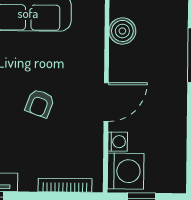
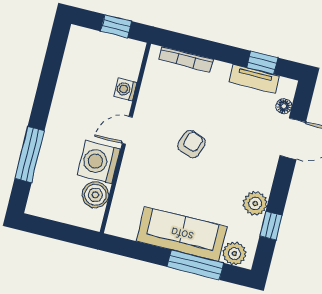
door: (106, 102) -> (127, 130), width x0.73
washing machine: (126, 171) -> (99, 162), moved

